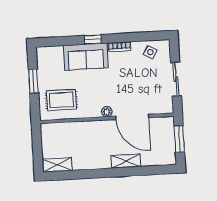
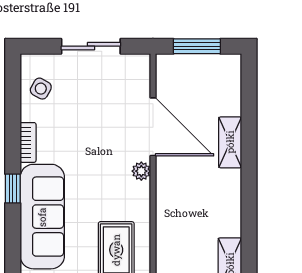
sofa: (86, 57) -> (42, 217), width x1.36
door: (132, 117) -> (153, 127), hinge flipped

